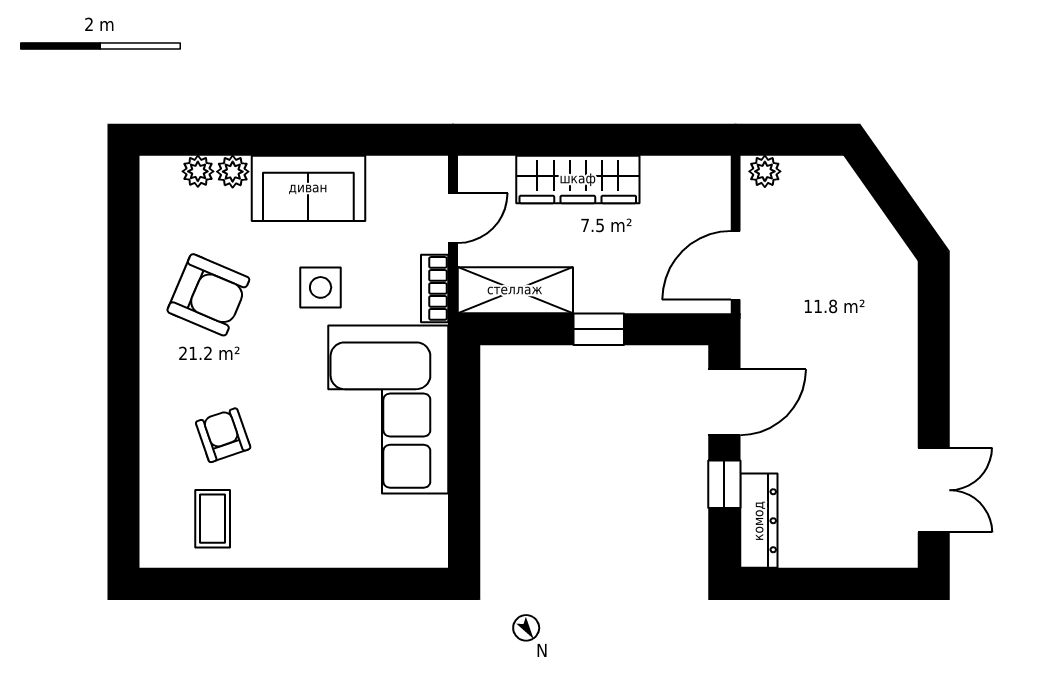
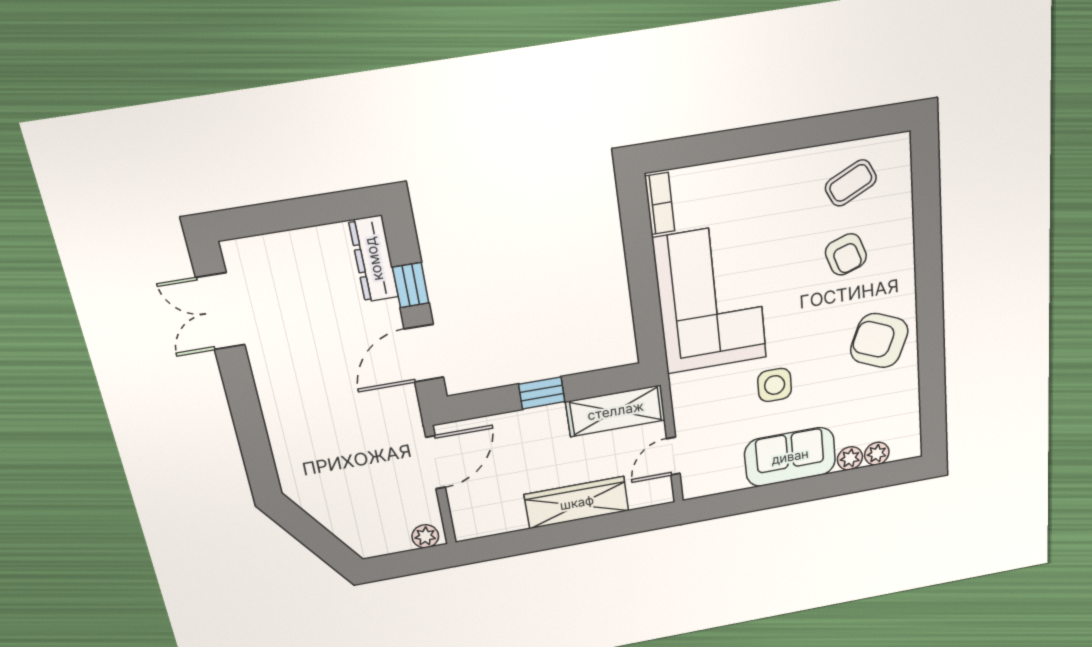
bookcase: (435, 288) -> (660, 204), moved
armchair: (208, 295) -> (879, 341), moved
coffee table: (213, 519) -> (851, 183), turned 64

